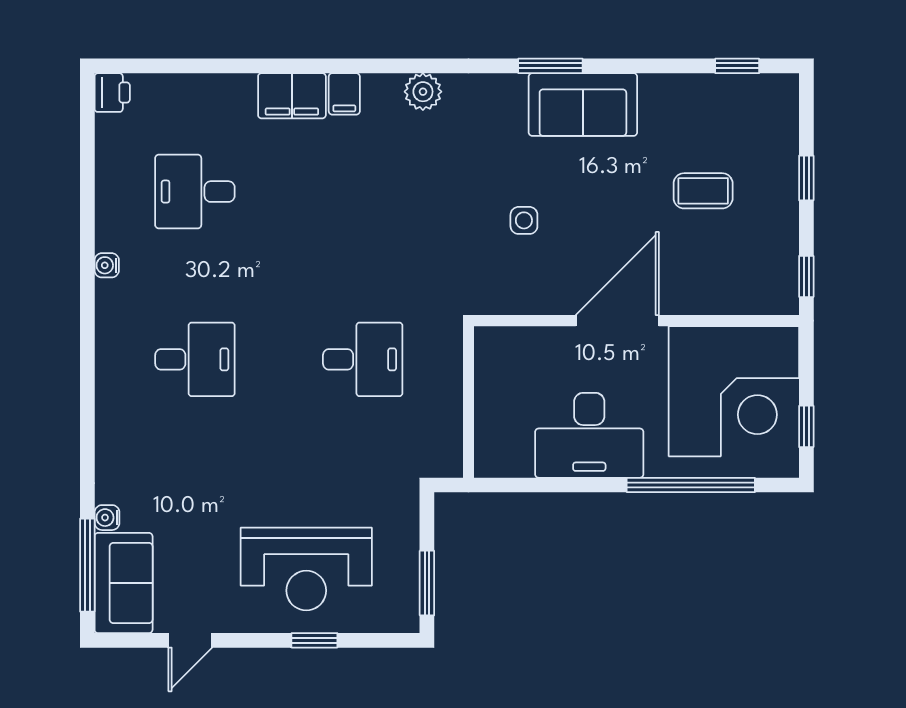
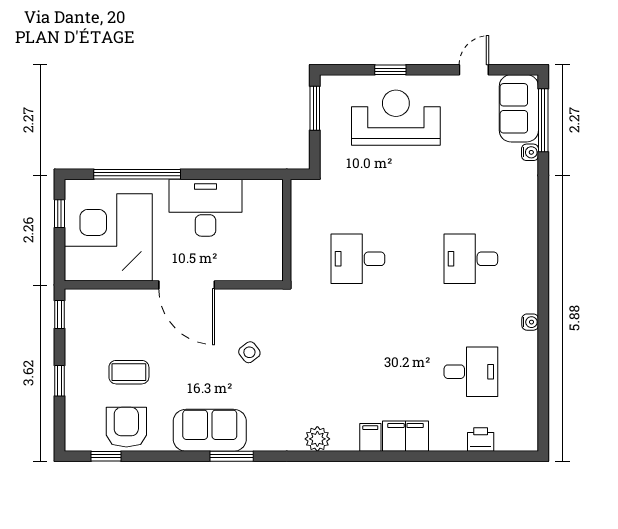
printer: (112, 93) -> (481, 440), moved, turned 90
armchair: (707, 109) -> (126, 427), added
side table: (524, 220) -> (249, 352), turned -38
door: (617, 321) -> (187, 285), hinge flipped

